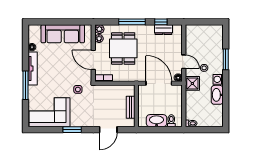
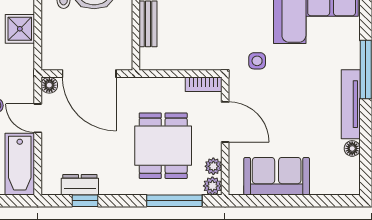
window: (132, 22) -> (174, 201), moved
sofa: (63, 34) -> (277, 176), width x0.73
bathtub: (192, 40) -> (20, 164), added
shower: (192, 83) -> (20, 29), moved

